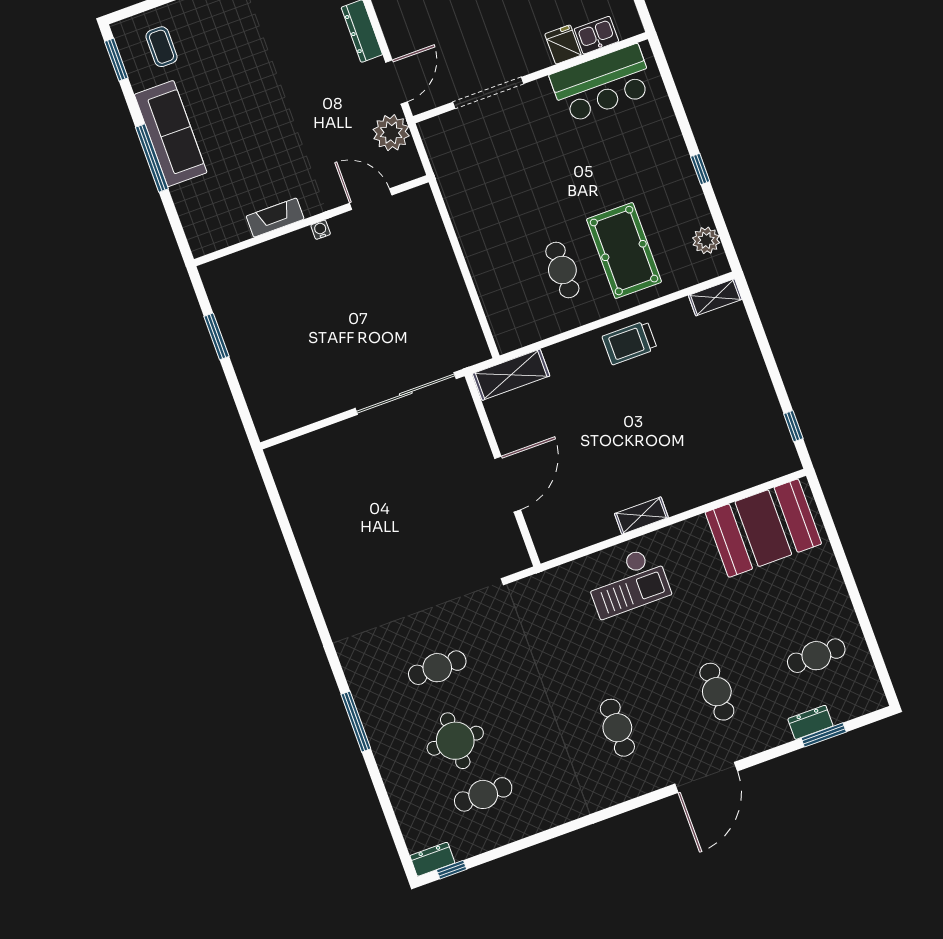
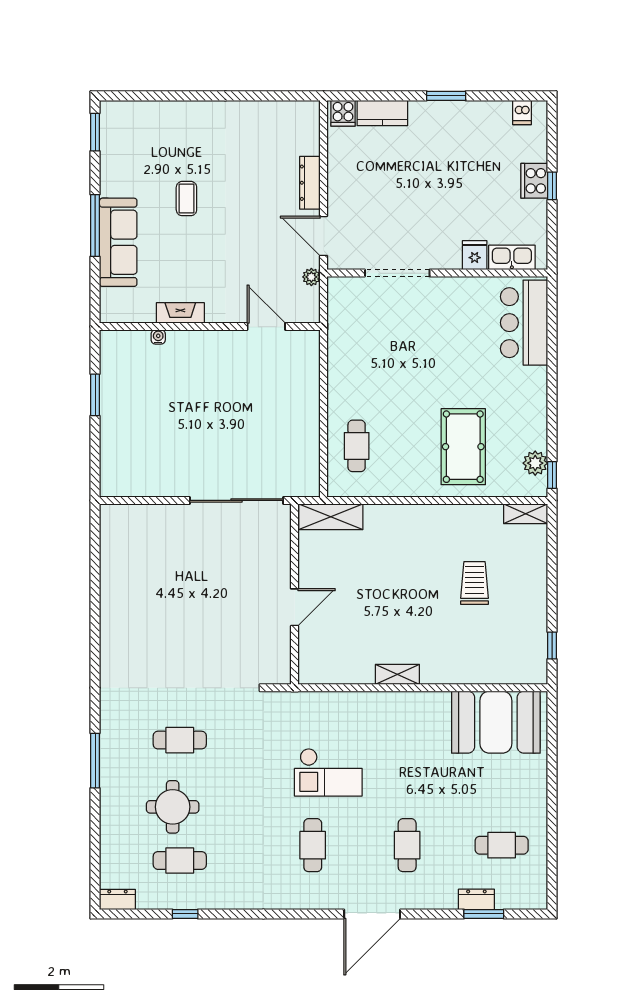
kitchen sink: (596, 35) -> (512, 257), width x1.38
coffee table: (162, 47) -> (186, 199), moved
door: (397, 82) -> (324, 236), swing flipped
bar counter: (602, 84) -> (524, 323), moved, turned 90
plant: (391, 133) -> (311, 277), width x0.53, depth x0.53
sofa: (171, 134) -> (118, 242), moved
window: (700, 169) -> (552, 475), moved
water cooler: (321, 230) -> (158, 337), moved
cafe table: (562, 270) -> (357, 446), moved
trolley: (630, 343) -> (475, 583), moved, turned 90
door: (508, 484) -> (295, 607), width x0.73
checkout: (627, 582) -> (328, 772), moved
window: (452, 870) -> (185, 914), moved

